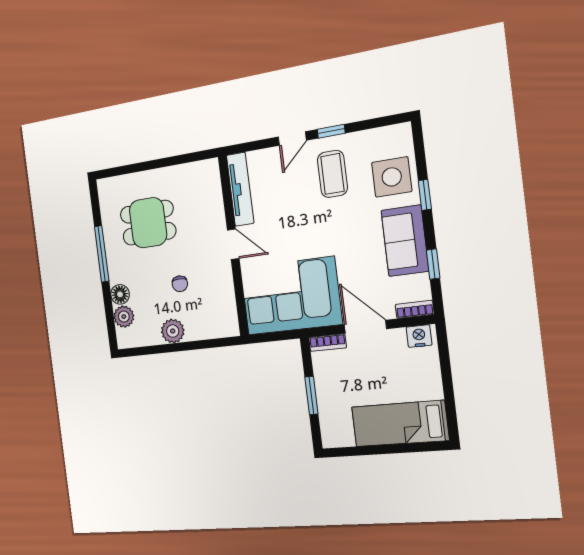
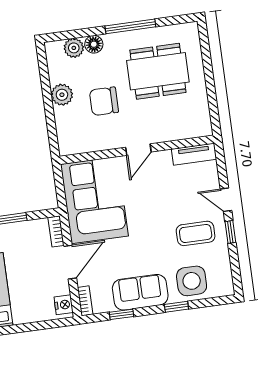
tv unit: (240, 189) -> (194, 154), width x0.71
dining table: (148, 223) -> (158, 71), width x1.38
chair: (180, 284) -> (104, 101), width x1.87, depth x1.87

